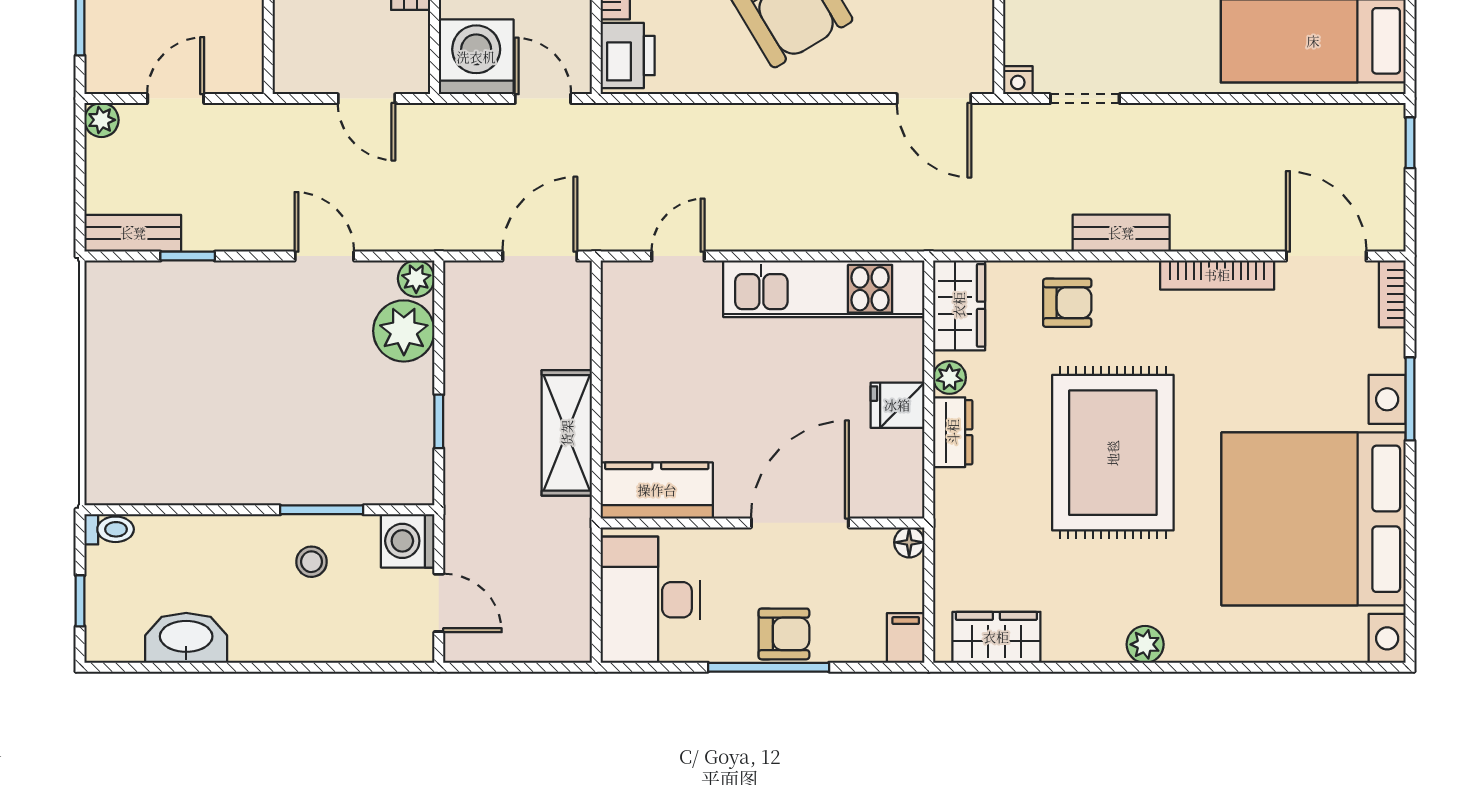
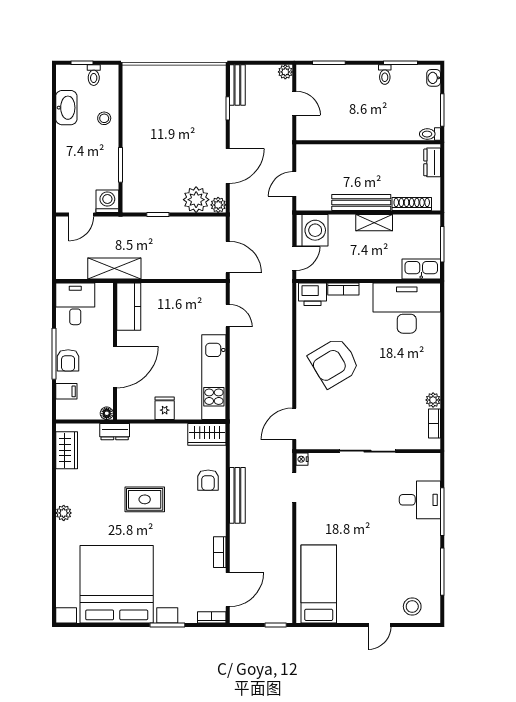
bench: (1121, 233) -> (237, 495), width x1.36
door: (324, 256) -> (228, 166), width x1.38
bookcase: (1217, 275) -> (220, 552), width x0.64
plant: (949, 377) -> (176, 430), removed
dresser: (953, 432) -> (115, 432), moved
shelving: (567, 433) -> (114, 269), moved
rug: (1113, 453) -> (145, 499), width x0.54, depth x0.49
door: (800, 523) -> (115, 367), hinge flipped
toilet: (109, 529) -> (94, 75), moved
stool: (311, 562) -> (104, 118), moved
desk: (650, 600) -> (75, 304), width x0.73
filing cabinet: (906, 638) -> (66, 391), moved

